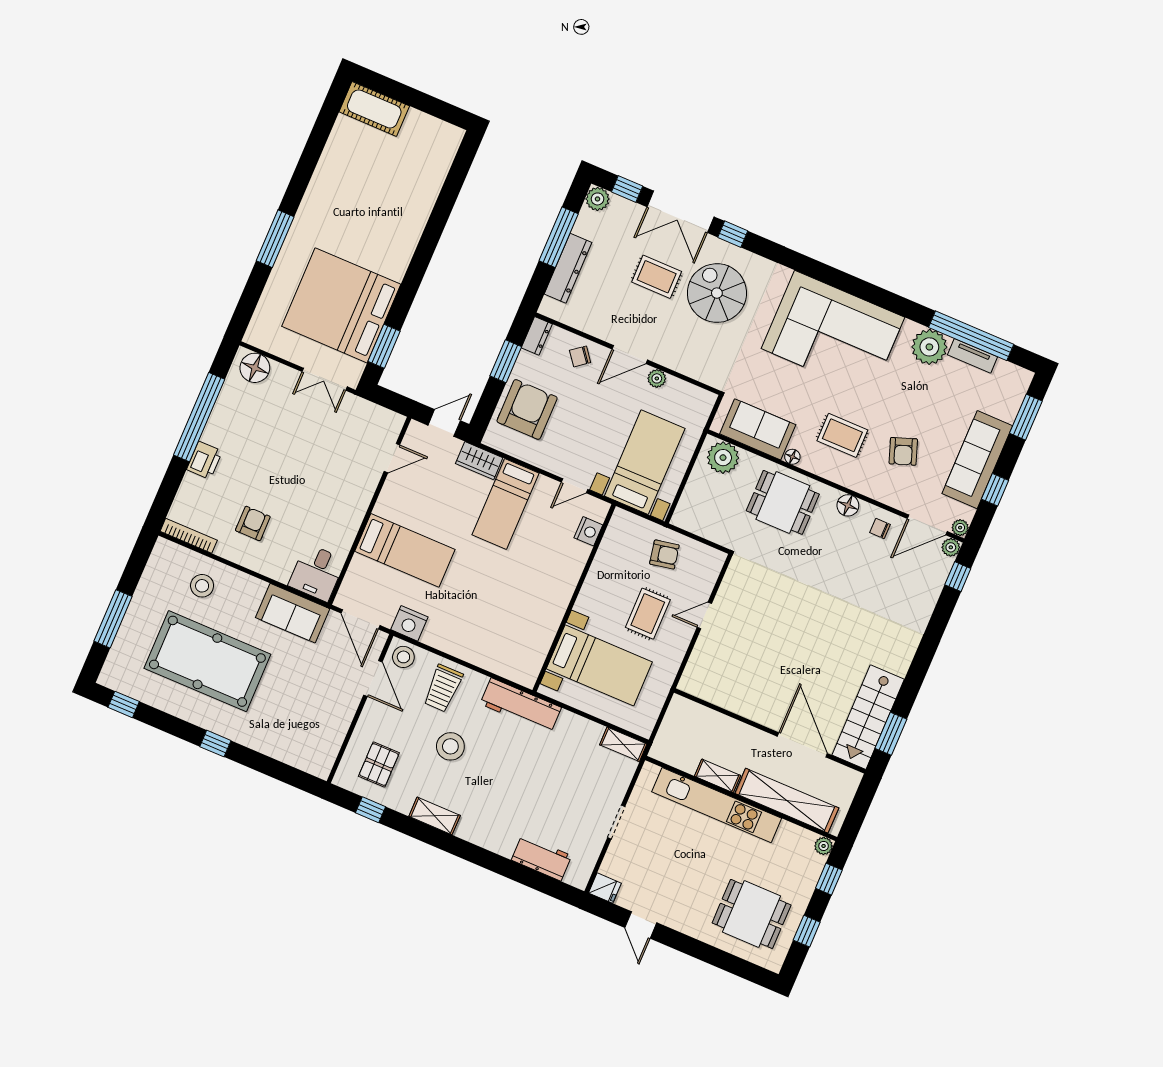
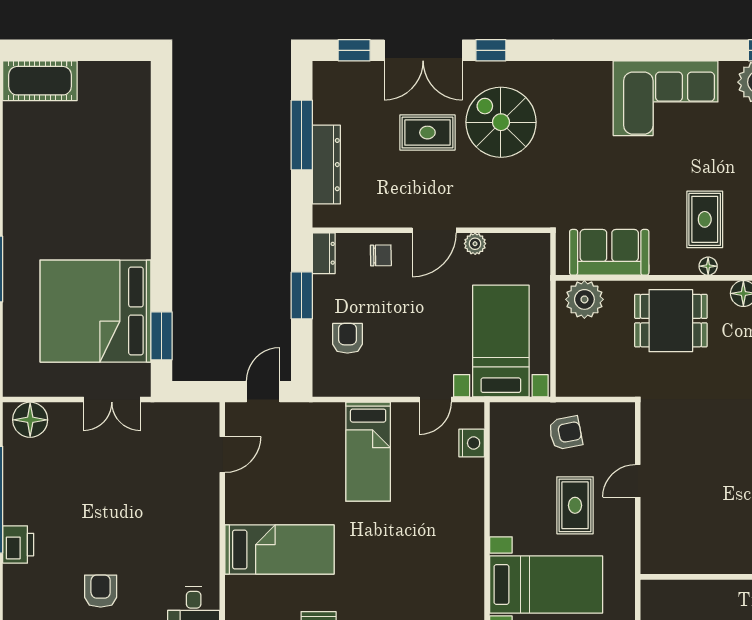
plant: (598, 199) -> (326, 75), removed
corner sofa: (833, 333) -> (666, 98), width x0.73, depth x0.74
chair: (580, 356) -> (381, 255), turned -143
armchair: (527, 409) -> (347, 338), width x0.53, depth x0.53
rug: (842, 435) -> (705, 219), turned 90
floor lamp: (792, 457) -> (708, 266), moved
wardrobe: (479, 461) -> (319, 417), removed

